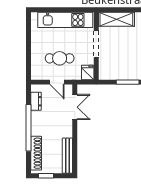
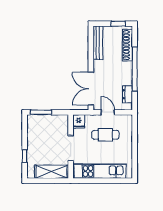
double door: (75, 107) -> (91, 89), width x1.37

